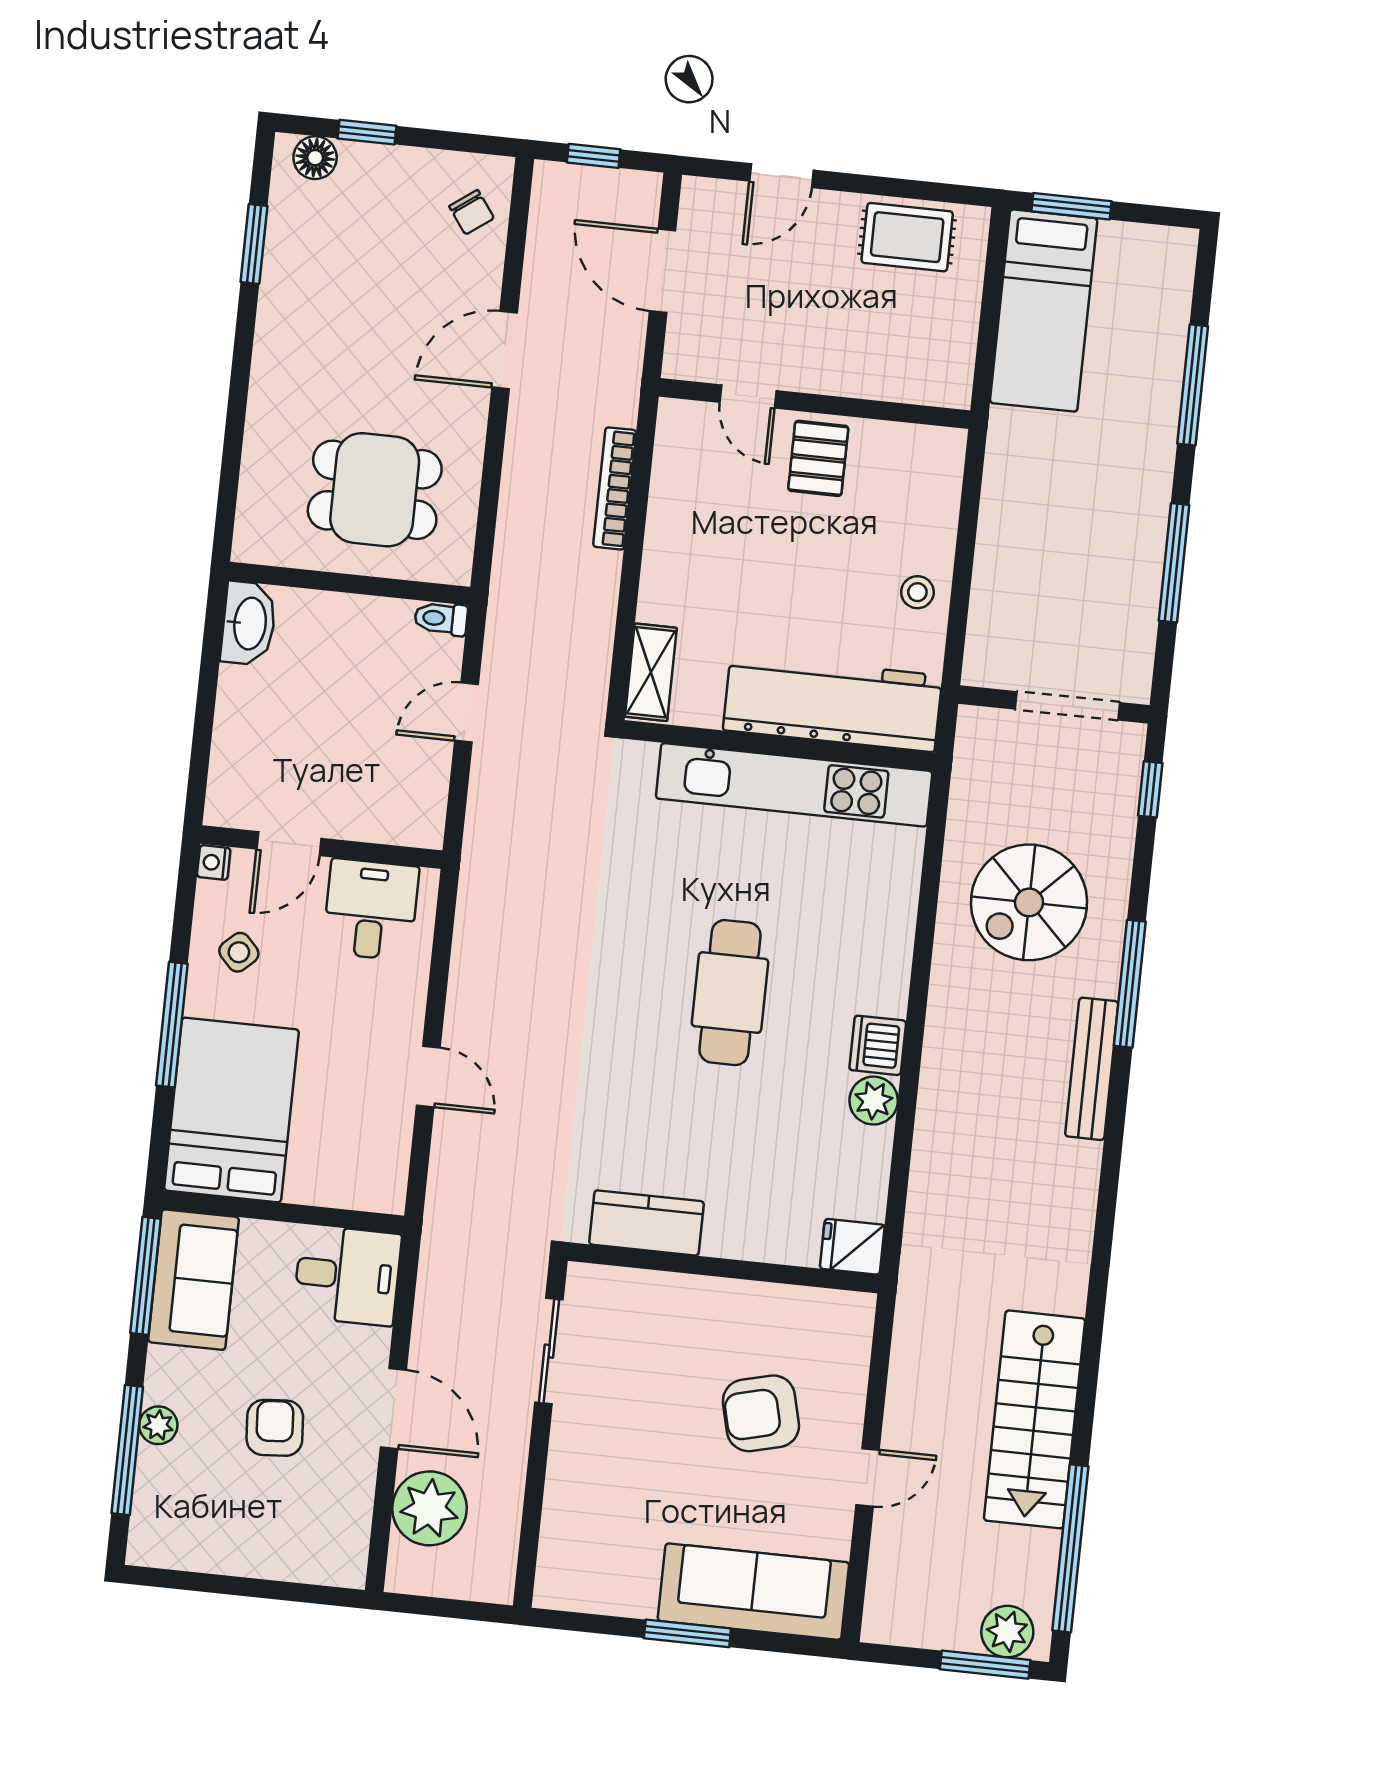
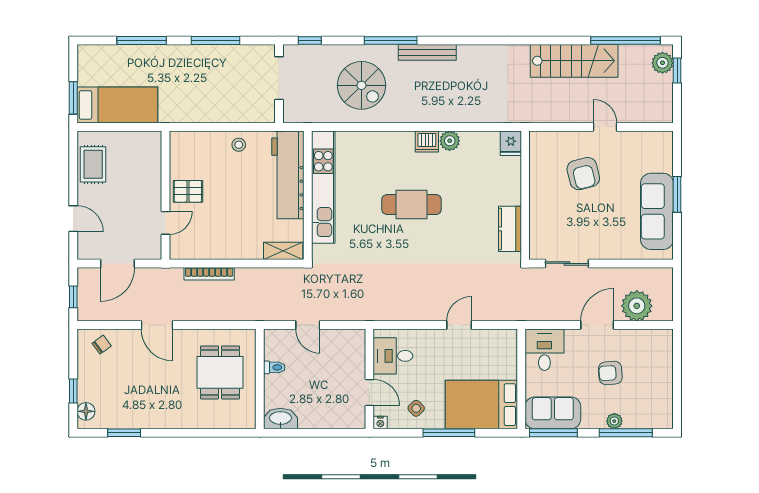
toilet: (441, 619) -> (274, 367), moved, turned -90
sofa: (753, 1592) -> (657, 211), moved
window: (985, 1665) -> (677, 70), width x0.67

